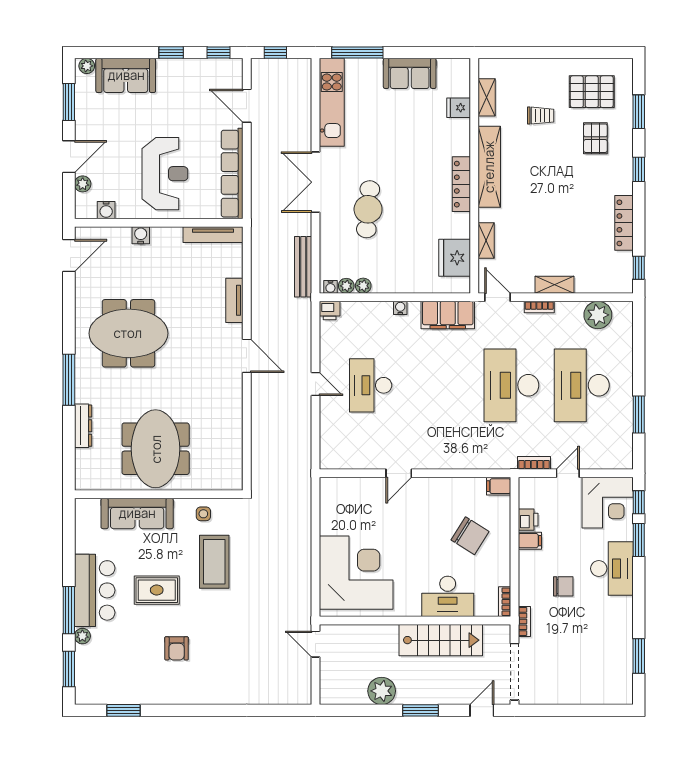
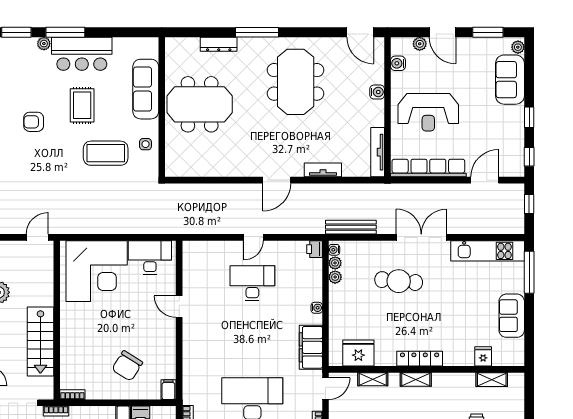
shelving: (489, 167) -> (416, 379), width x0.45, depth x0.75
desk: (448, 596) -> (150, 257), moved, turned 90

